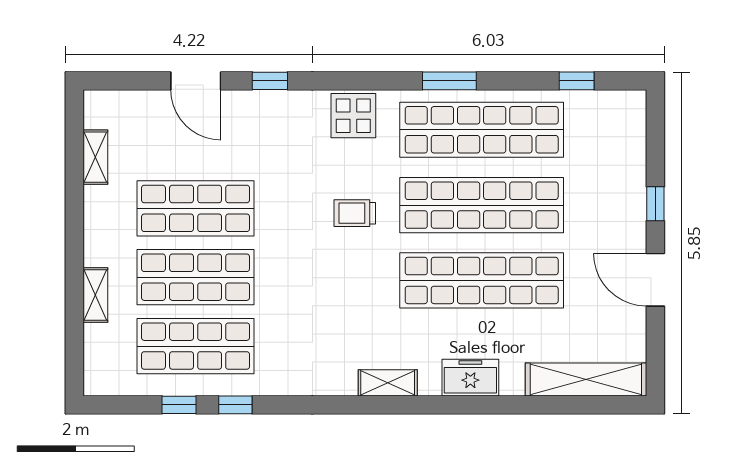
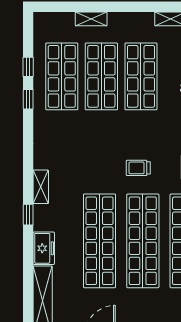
trolley: (355, 213) -> (138, 168), turned -90
freezer: (470, 378) -> (44, 248), moved
window: (436, 405) -> (28, 215), added

